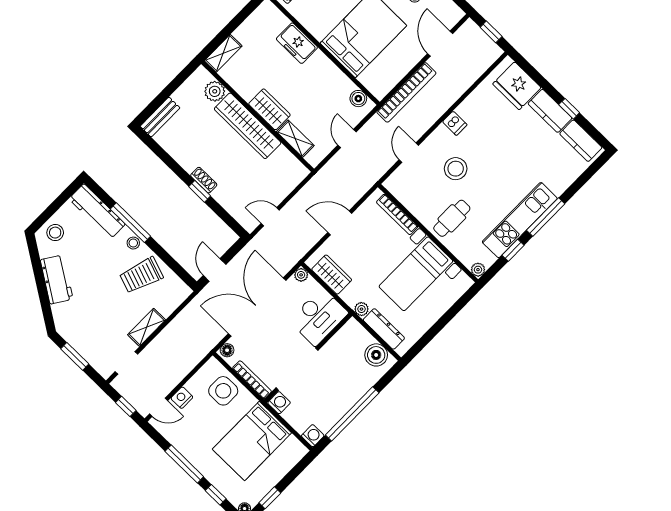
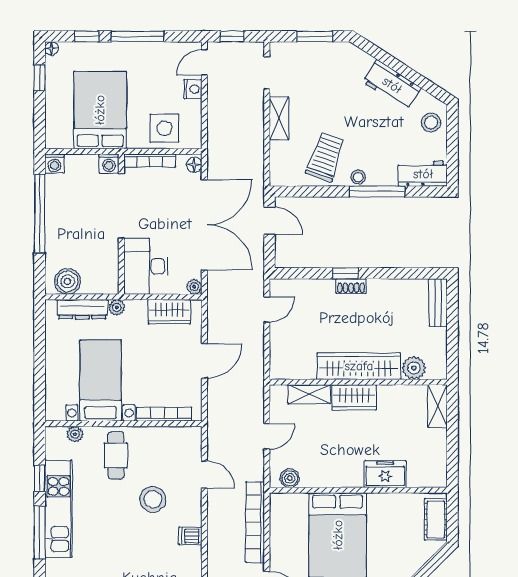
door: (347, 138) -> (267, 436), hinge flipped
workbench: (97, 212) -> (423, 174), width x0.73
plant: (478, 270) -> (75, 434), moved

